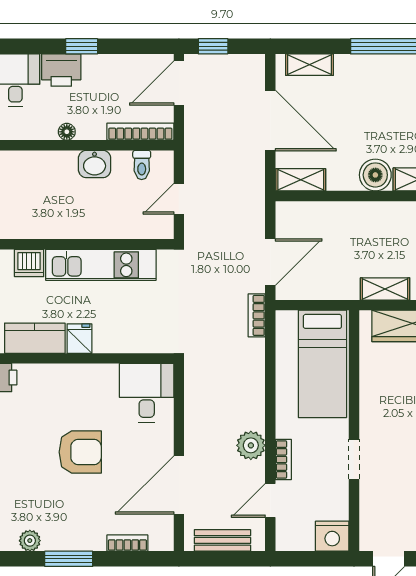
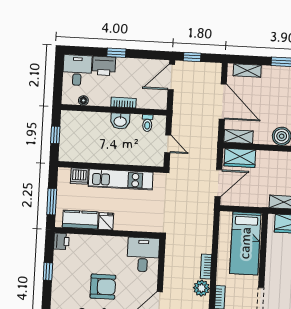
floor lamp: (67, 132) -> (83, 100), moved
bookcase: (140, 132) -> (124, 103), moved, width x0.64
door: (179, 199) -> (168, 144), swing flipped
wardrobe: (305, 216) -> (240, 158), added
bookcase: (257, 315) -> (206, 266), moved

